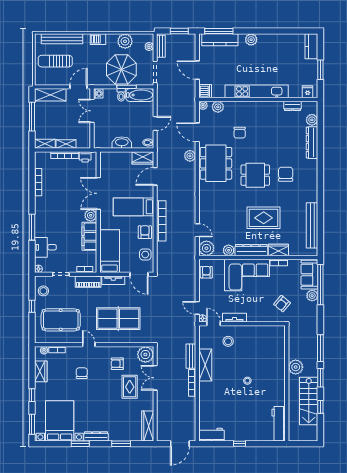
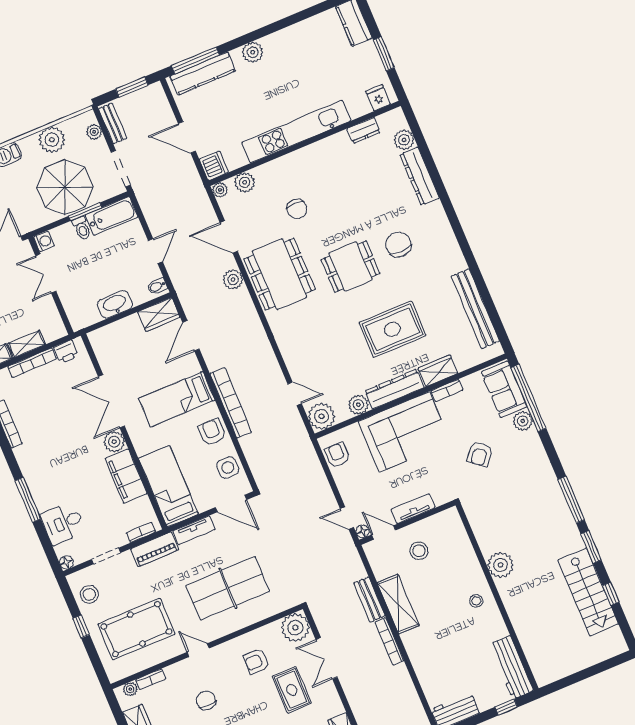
plant: (296, 367) -> (501, 565), moved
wall: (287, 383) -> (497, 597), moved
workbench: (279, 424) -> (511, 667), moved

